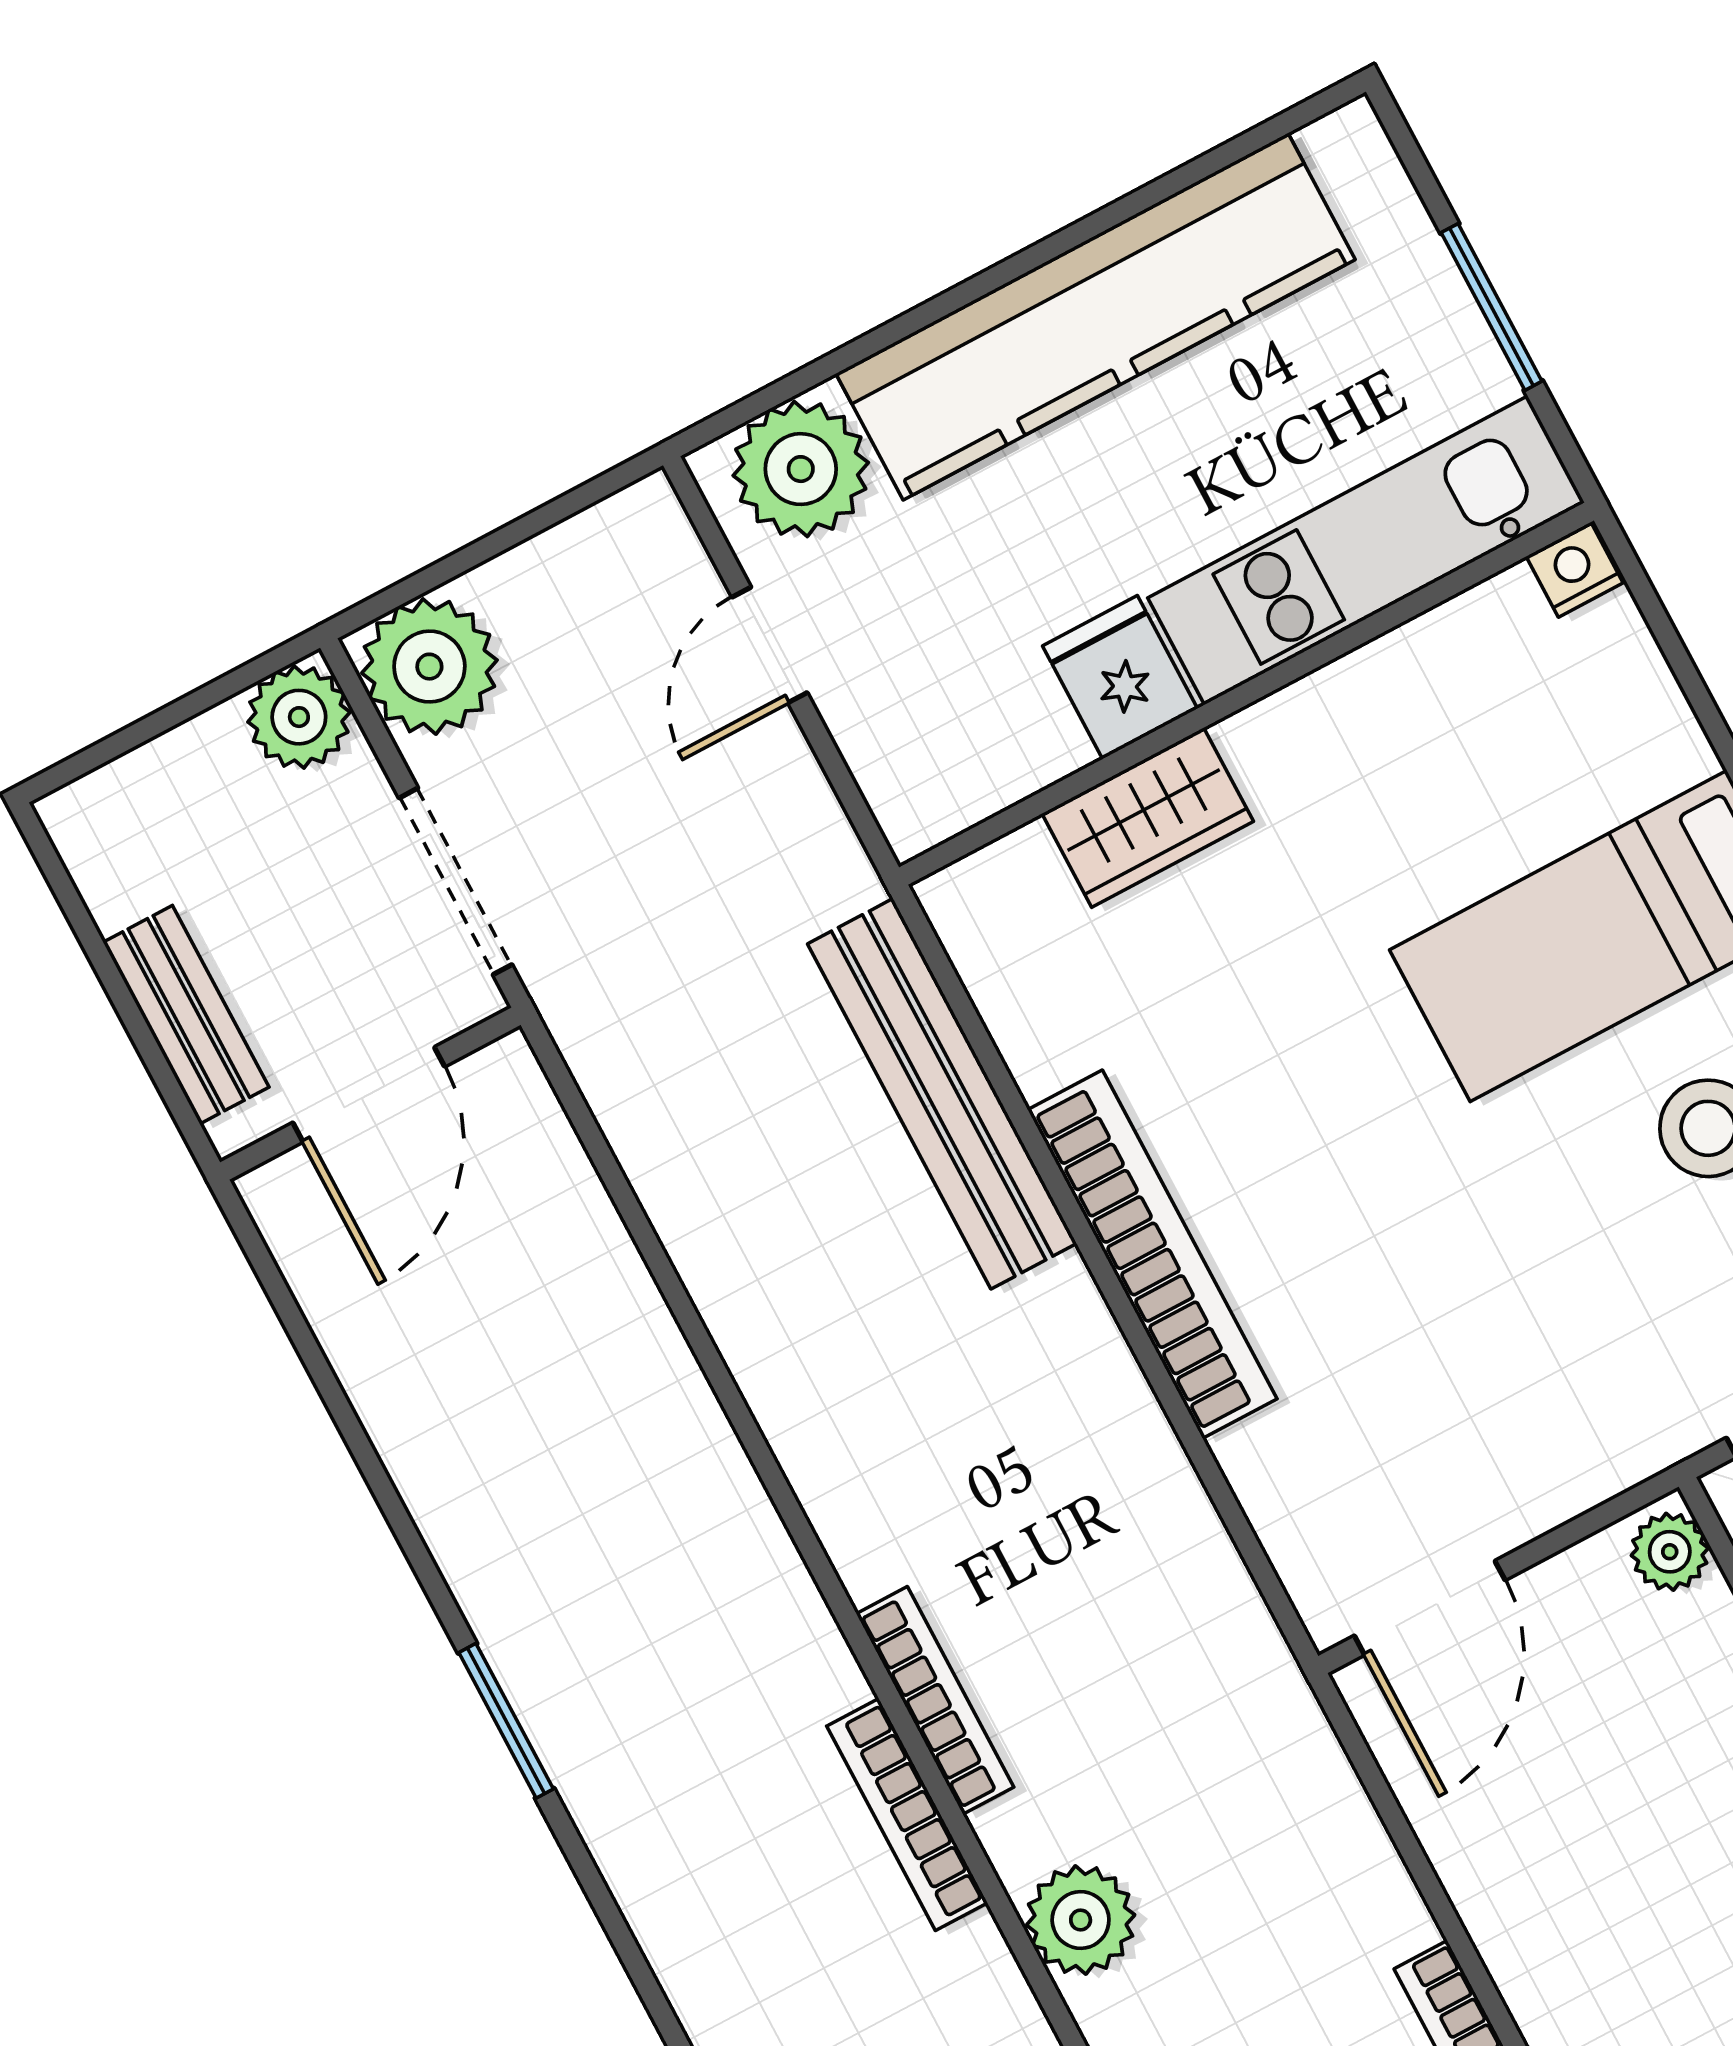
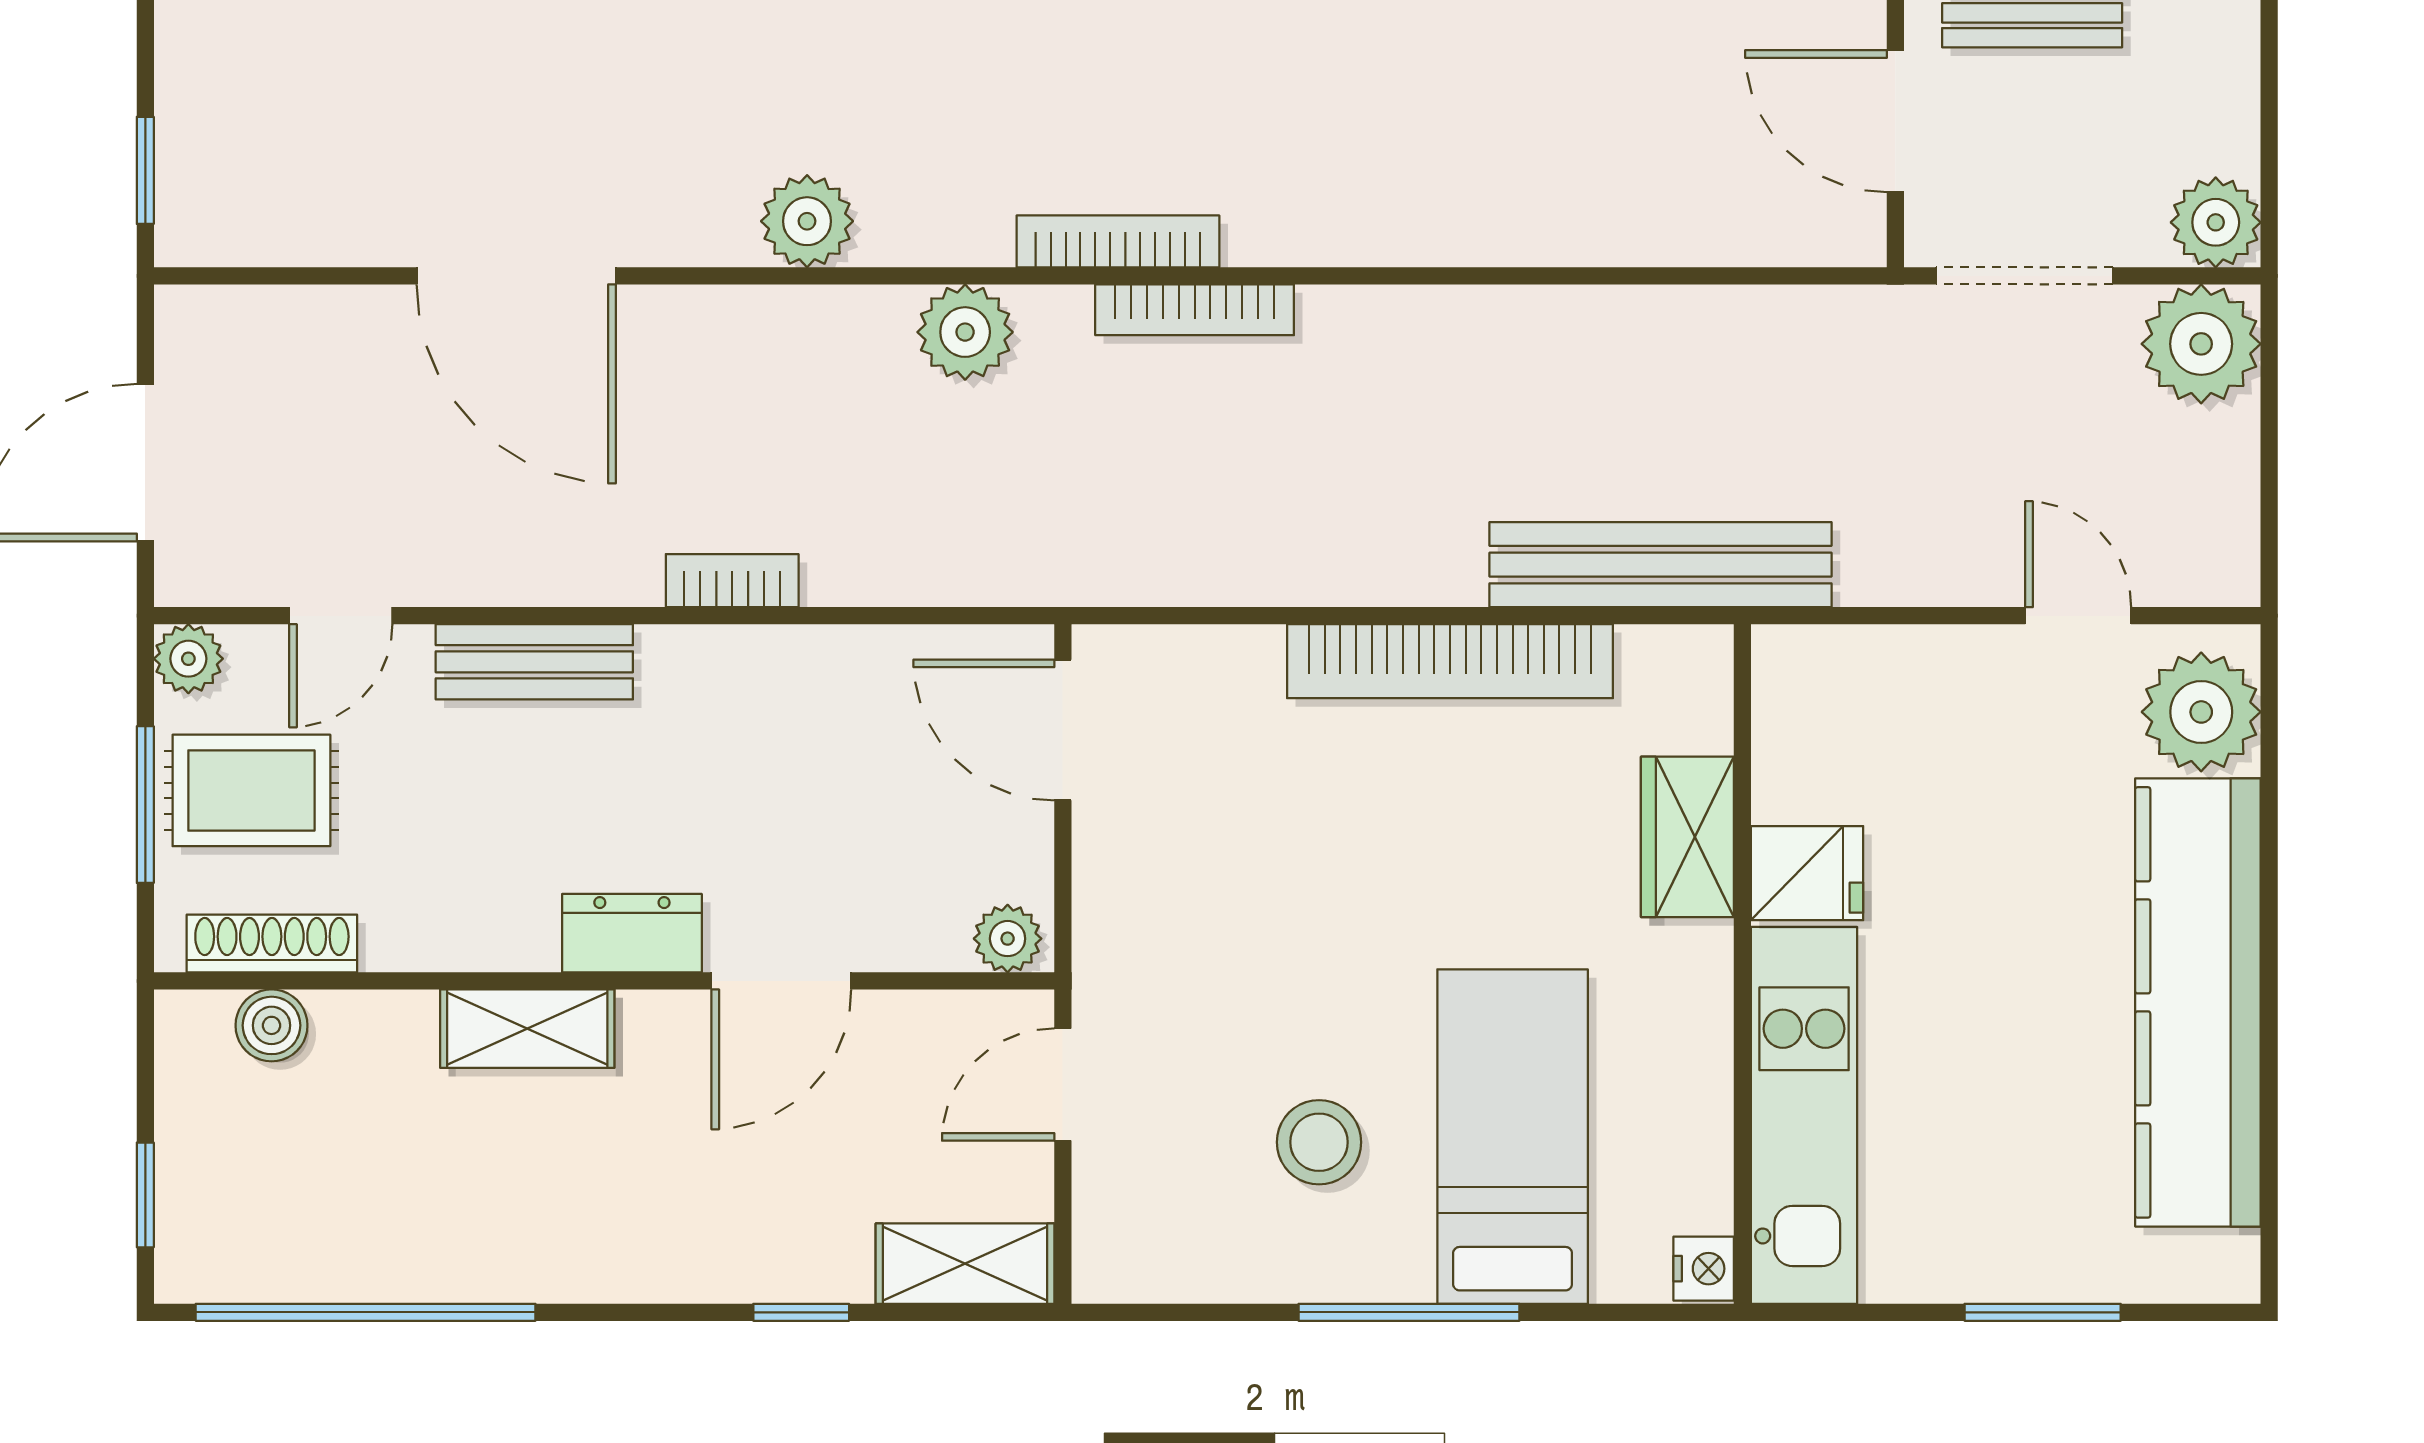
kitchen unit: (1366, 550) -> (1804, 1115), moved
nightstand: (1575, 570) -> (1704, 1269), moved
fridge: (1120, 677) -> (1807, 873), moved
wall: (1246, 694) -> (1742, 964), moved
wardrobe: (1148, 817) -> (1687, 837), moved

